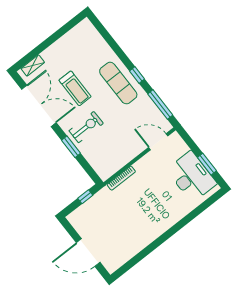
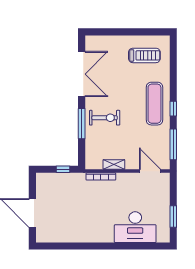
shelving: (33, 65) -> (114, 164), moved
treadmill: (75, 88) -> (144, 55), moved, turned -90
window: (71, 147) -> (82, 124), width x1.44
desk: (192, 177) -> (135, 227), moved, turned 90

